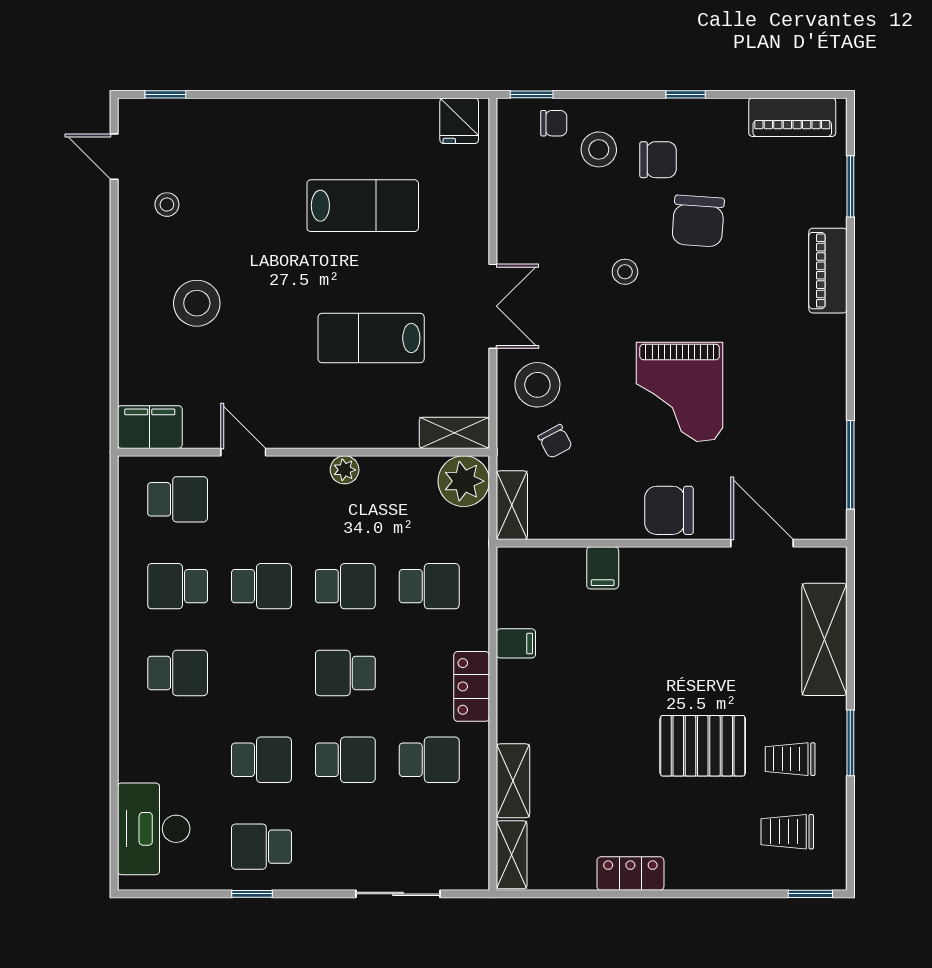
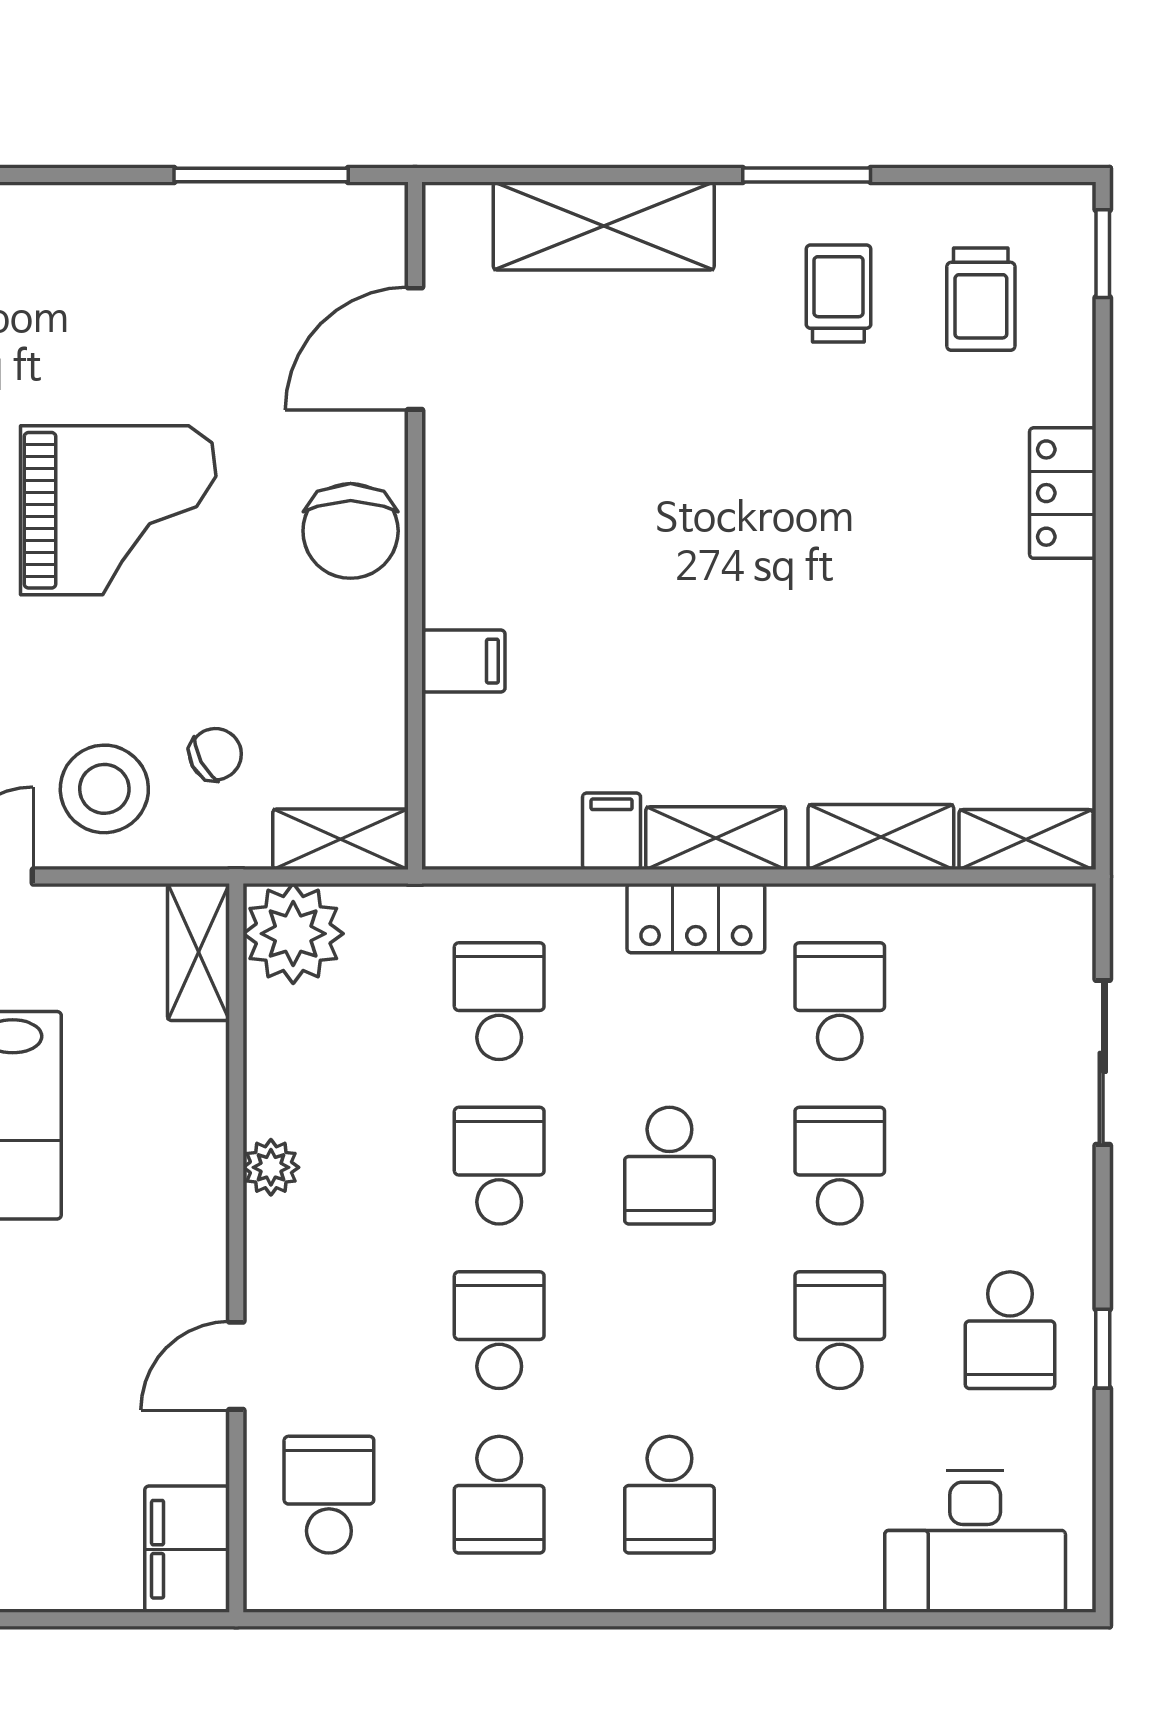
school desk: (178, 673) -> (669, 1495), turned 180
shelving: (512, 697) -> (716, 838), added
pallet: (703, 746) -> (812, 465), removed
trolley: (790, 759) -> (838, 293), turned 180
locker: (630, 874) -> (1063, 493), moved

